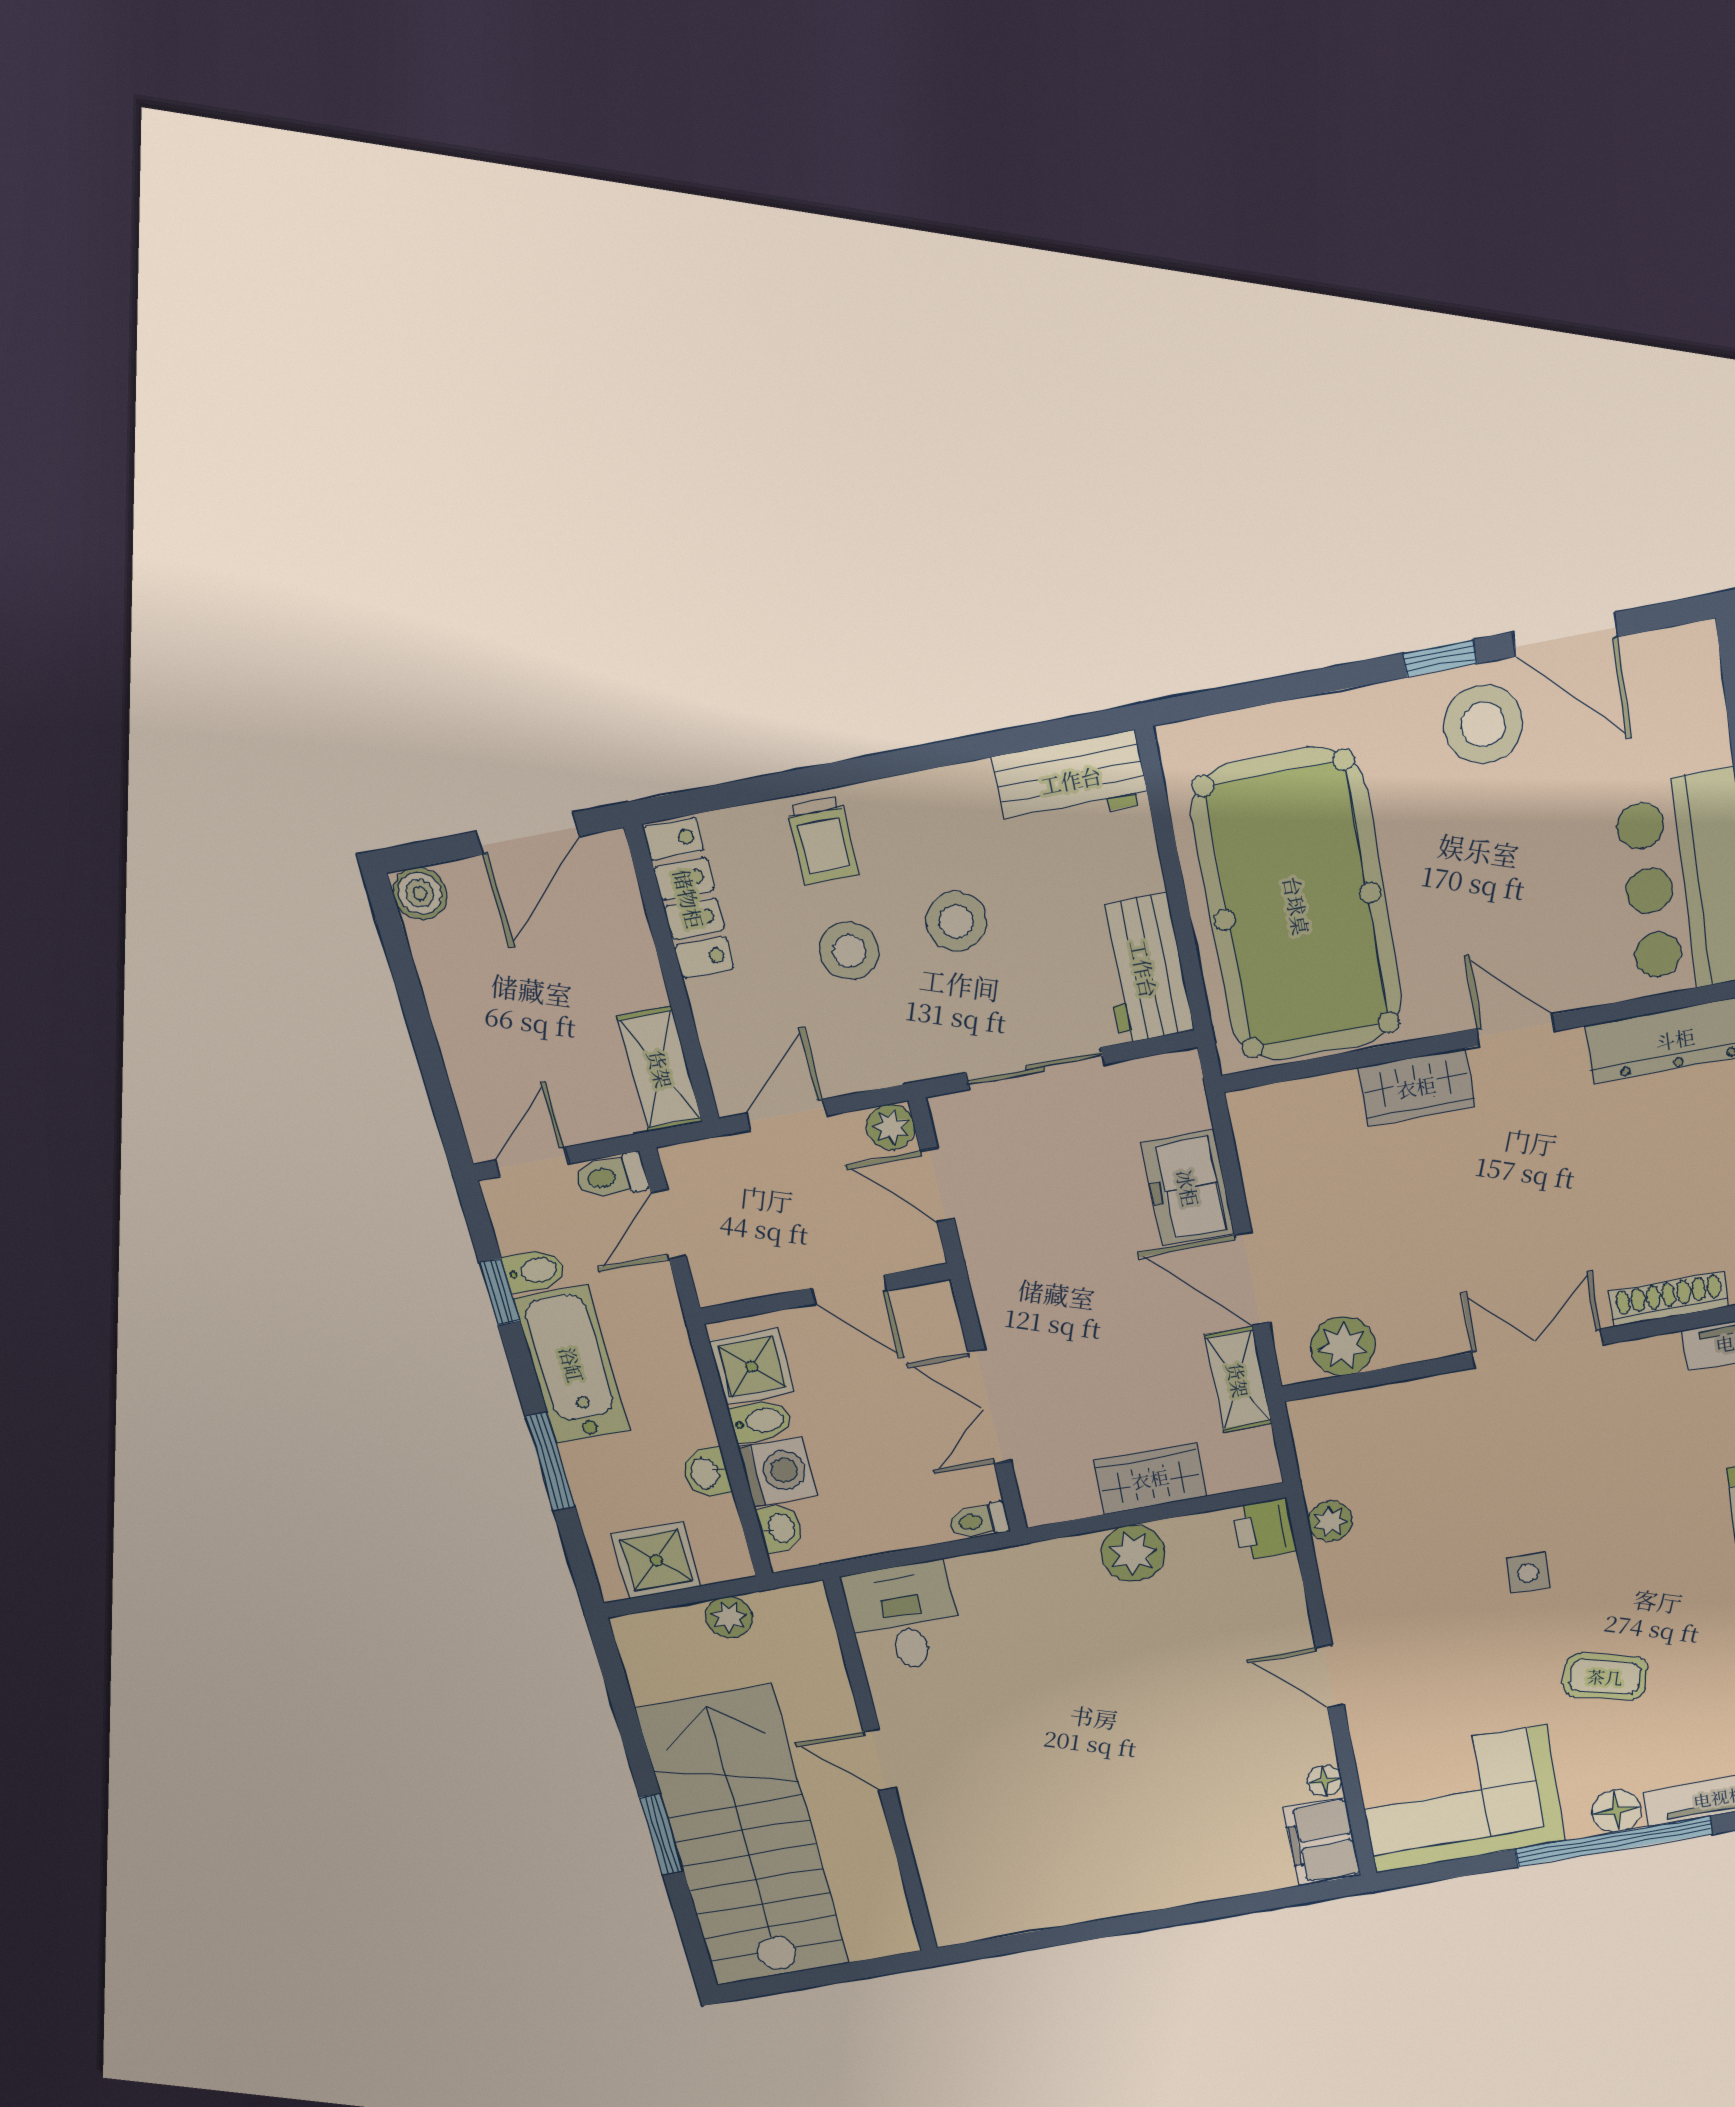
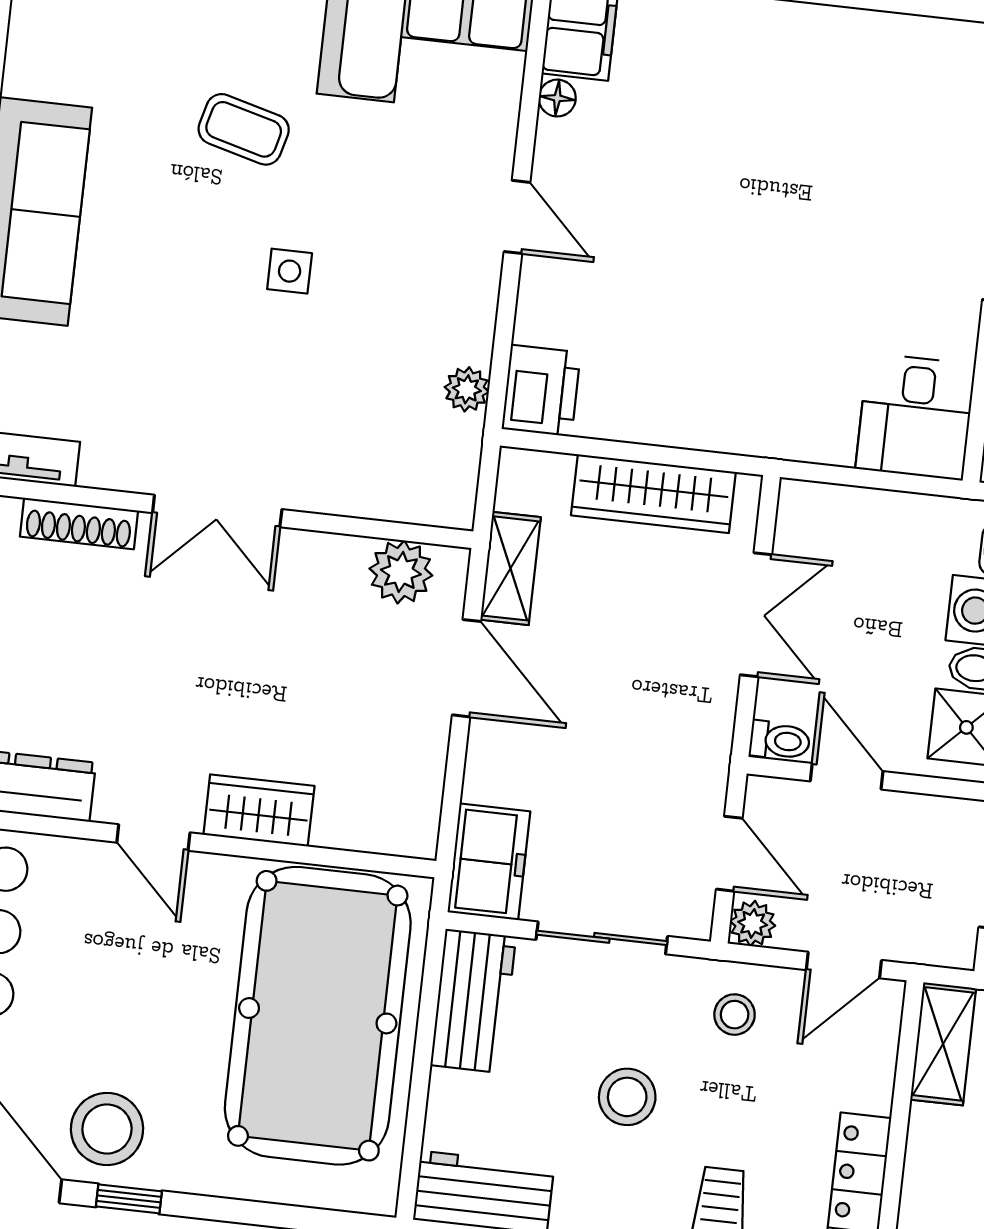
stool: (849, 951) -> (735, 1015), moved, width x0.73, depth x0.73
freezer: (1188, 1188) -> (489, 862), moved
wardrobe: (1150, 1479) -> (653, 494), width x1.50
toilet: (979, 1521) -> (780, 741), moved
printer: (1264, 1529) -> (541, 391), width x1.36, depth x1.24
plant: (1133, 1553) -> (669, 415), removed

